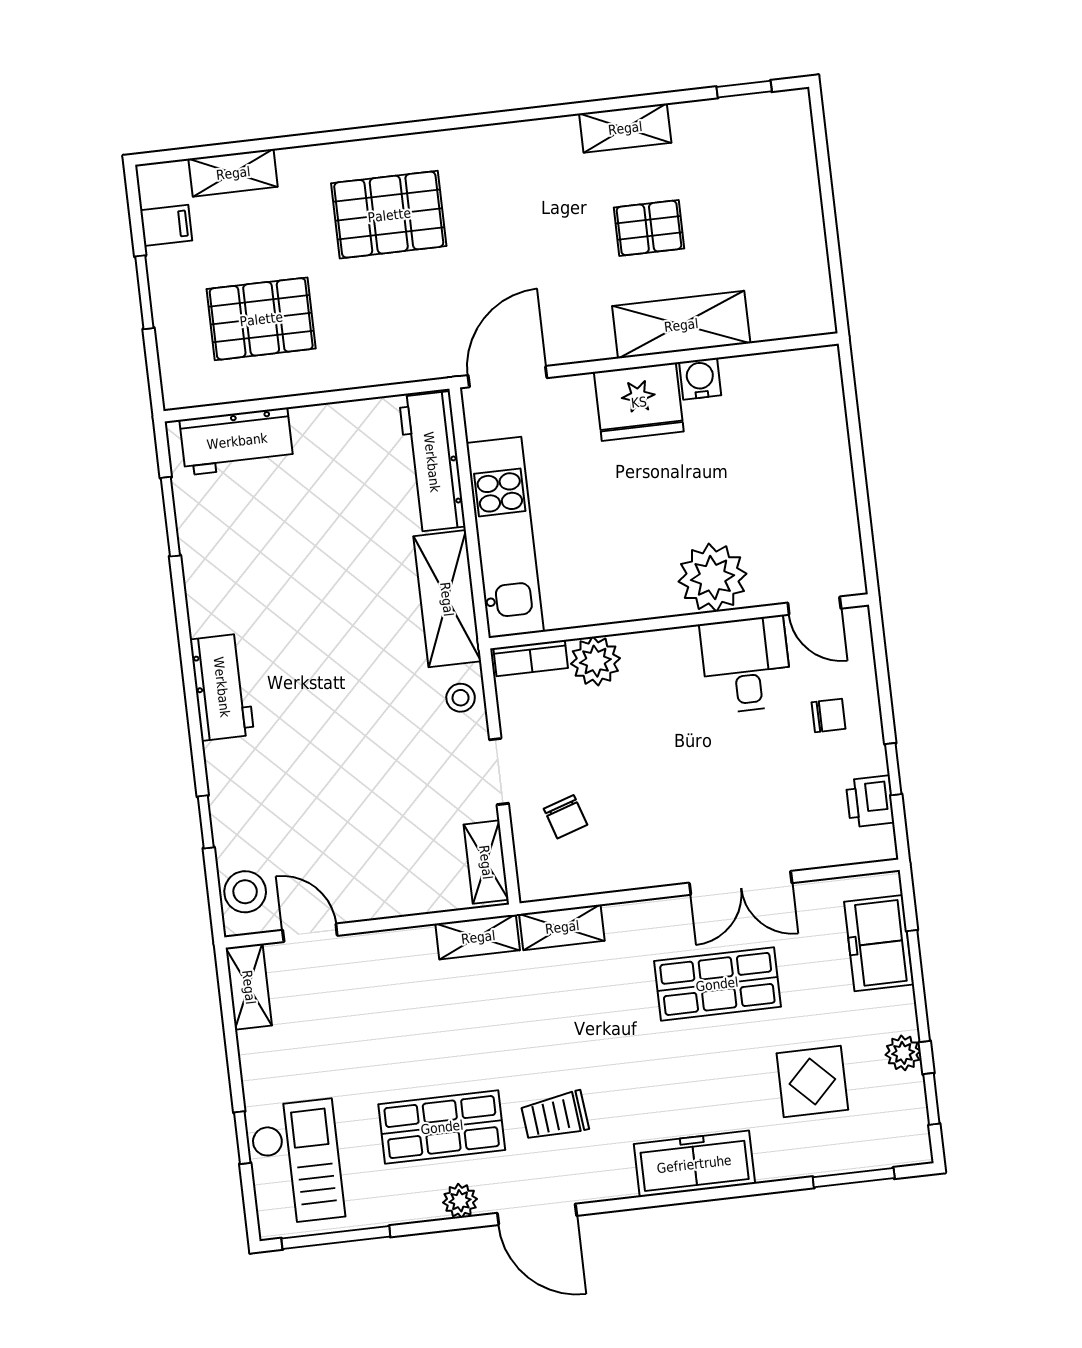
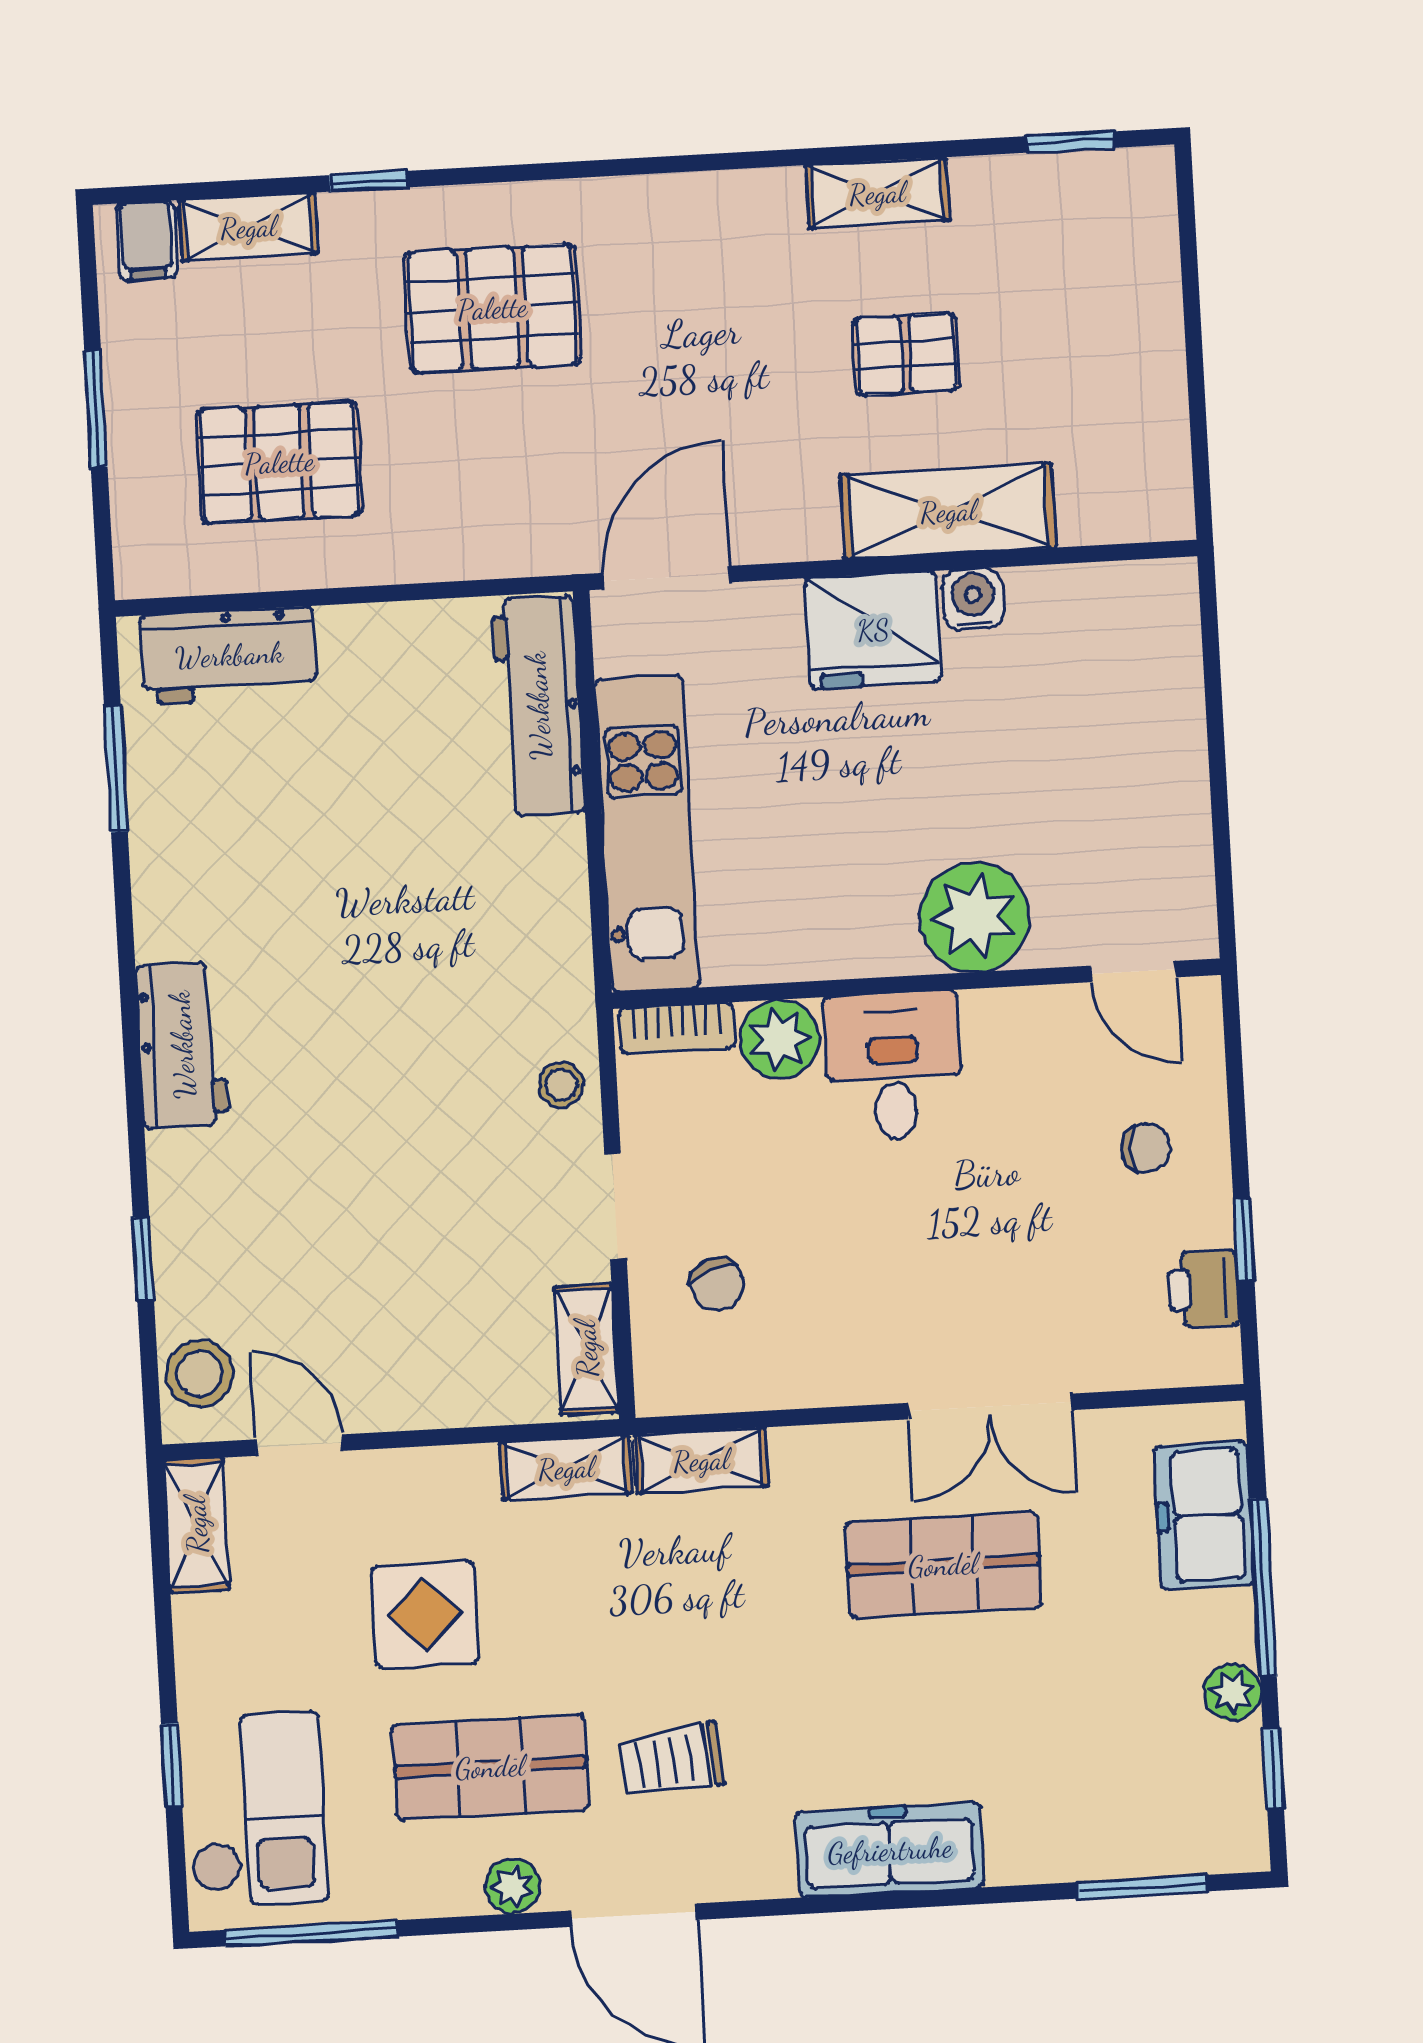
window: (307, 140) -> (369, 181), added
filing cabinet: (166, 225) -> (146, 240), moved, turned 90
shelving: (447, 599) -> (549, 926), removed
desk: (746, 665) -> (894, 1066), moved
display table: (812, 1082) -> (425, 1615), moved

